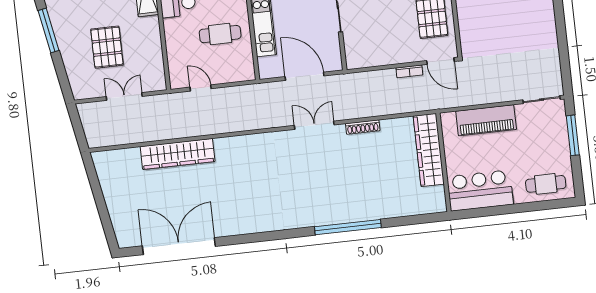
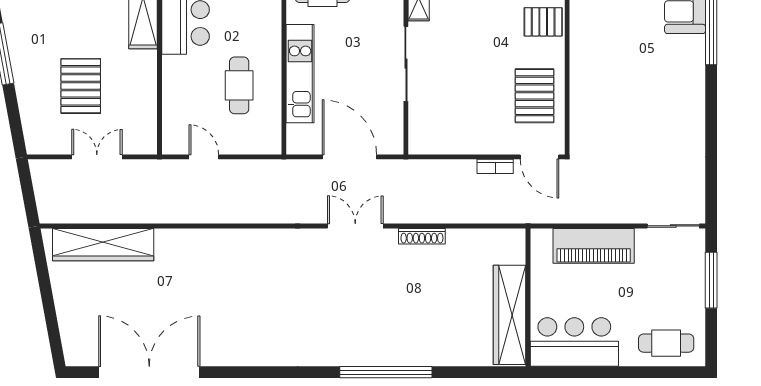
cafe table: (220, 34) -> (239, 85), turned 90
wardrobe: (429, 150) -> (510, 315), moved
wardrobe: (178, 154) -> (103, 245), moved

